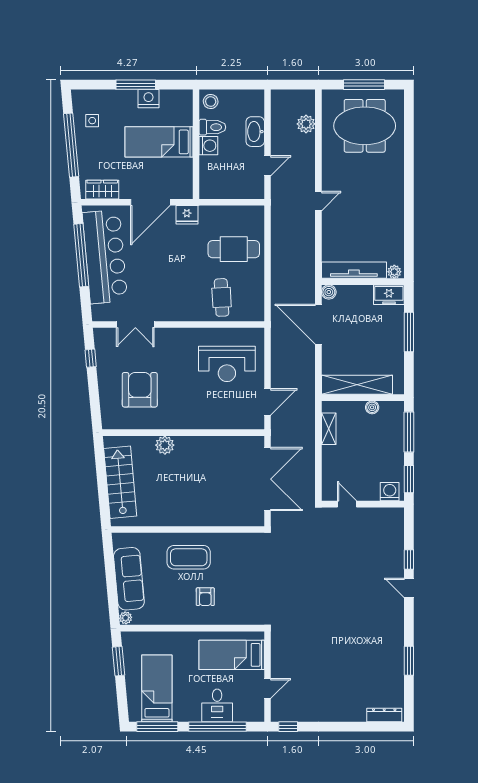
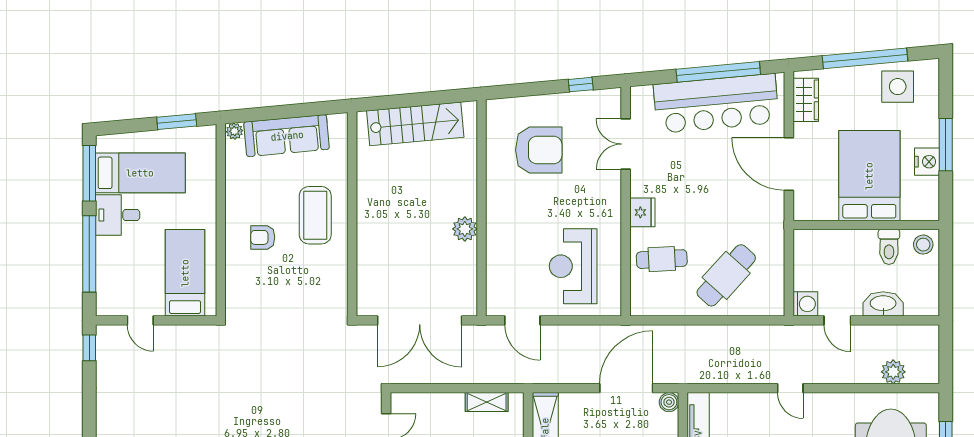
side table: (92, 121) -> (898, 87), width x1.87, depth x1.87
bed: (159, 142) -> (869, 176), width x1.50
washing machine: (208, 146) -> (805, 304), moved, turned -90
fridge: (187, 215) -> (642, 212), moved, turned 180
cafe table: (234, 249) -> (726, 275), turned 42
plant: (165, 445) -> (465, 229), moved
desk: (217, 705) -> (118, 215), moved

